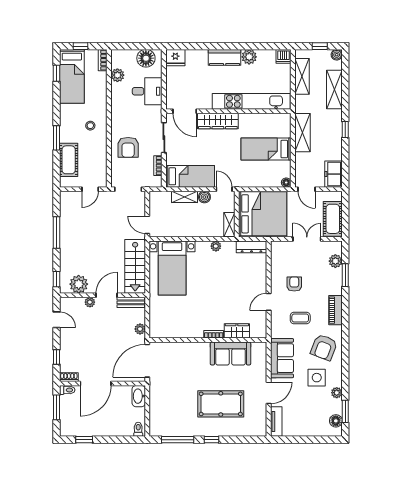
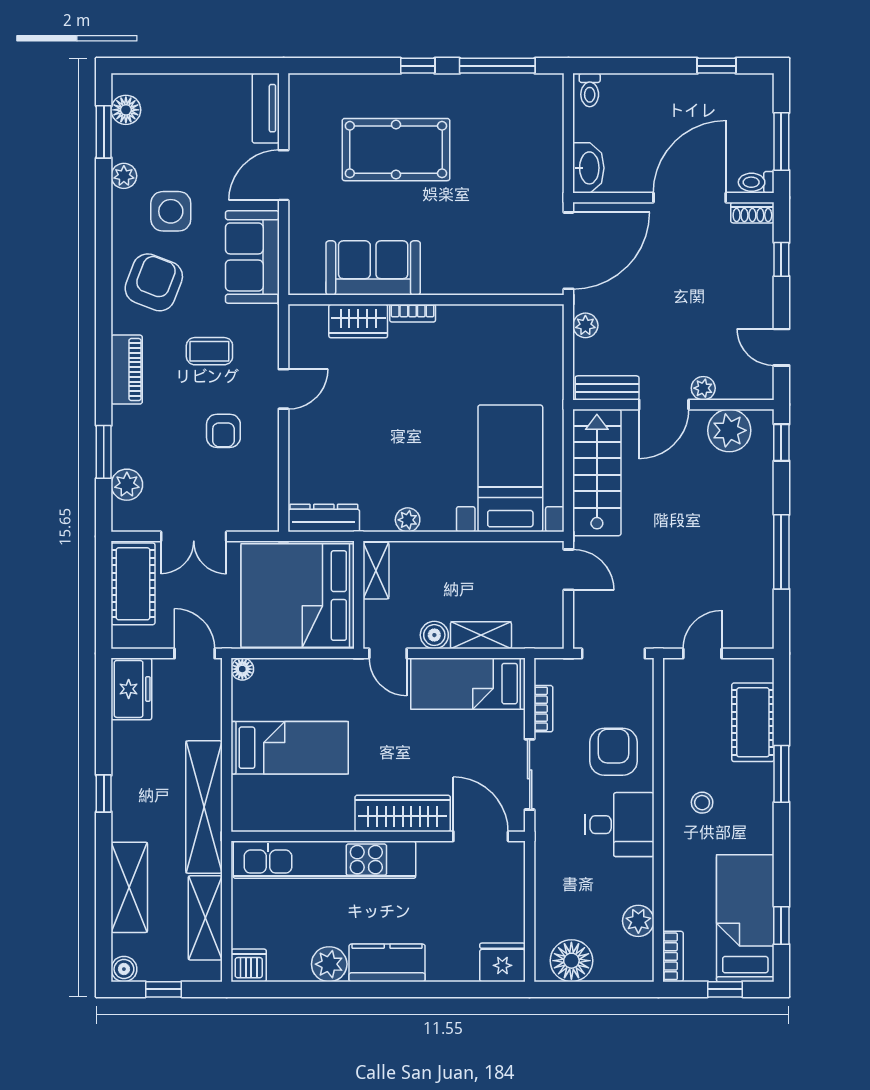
desk: (147, 91) -> (619, 825), moved, turned 180
shelving: (303, 133) -> (204, 807), width x1.47

